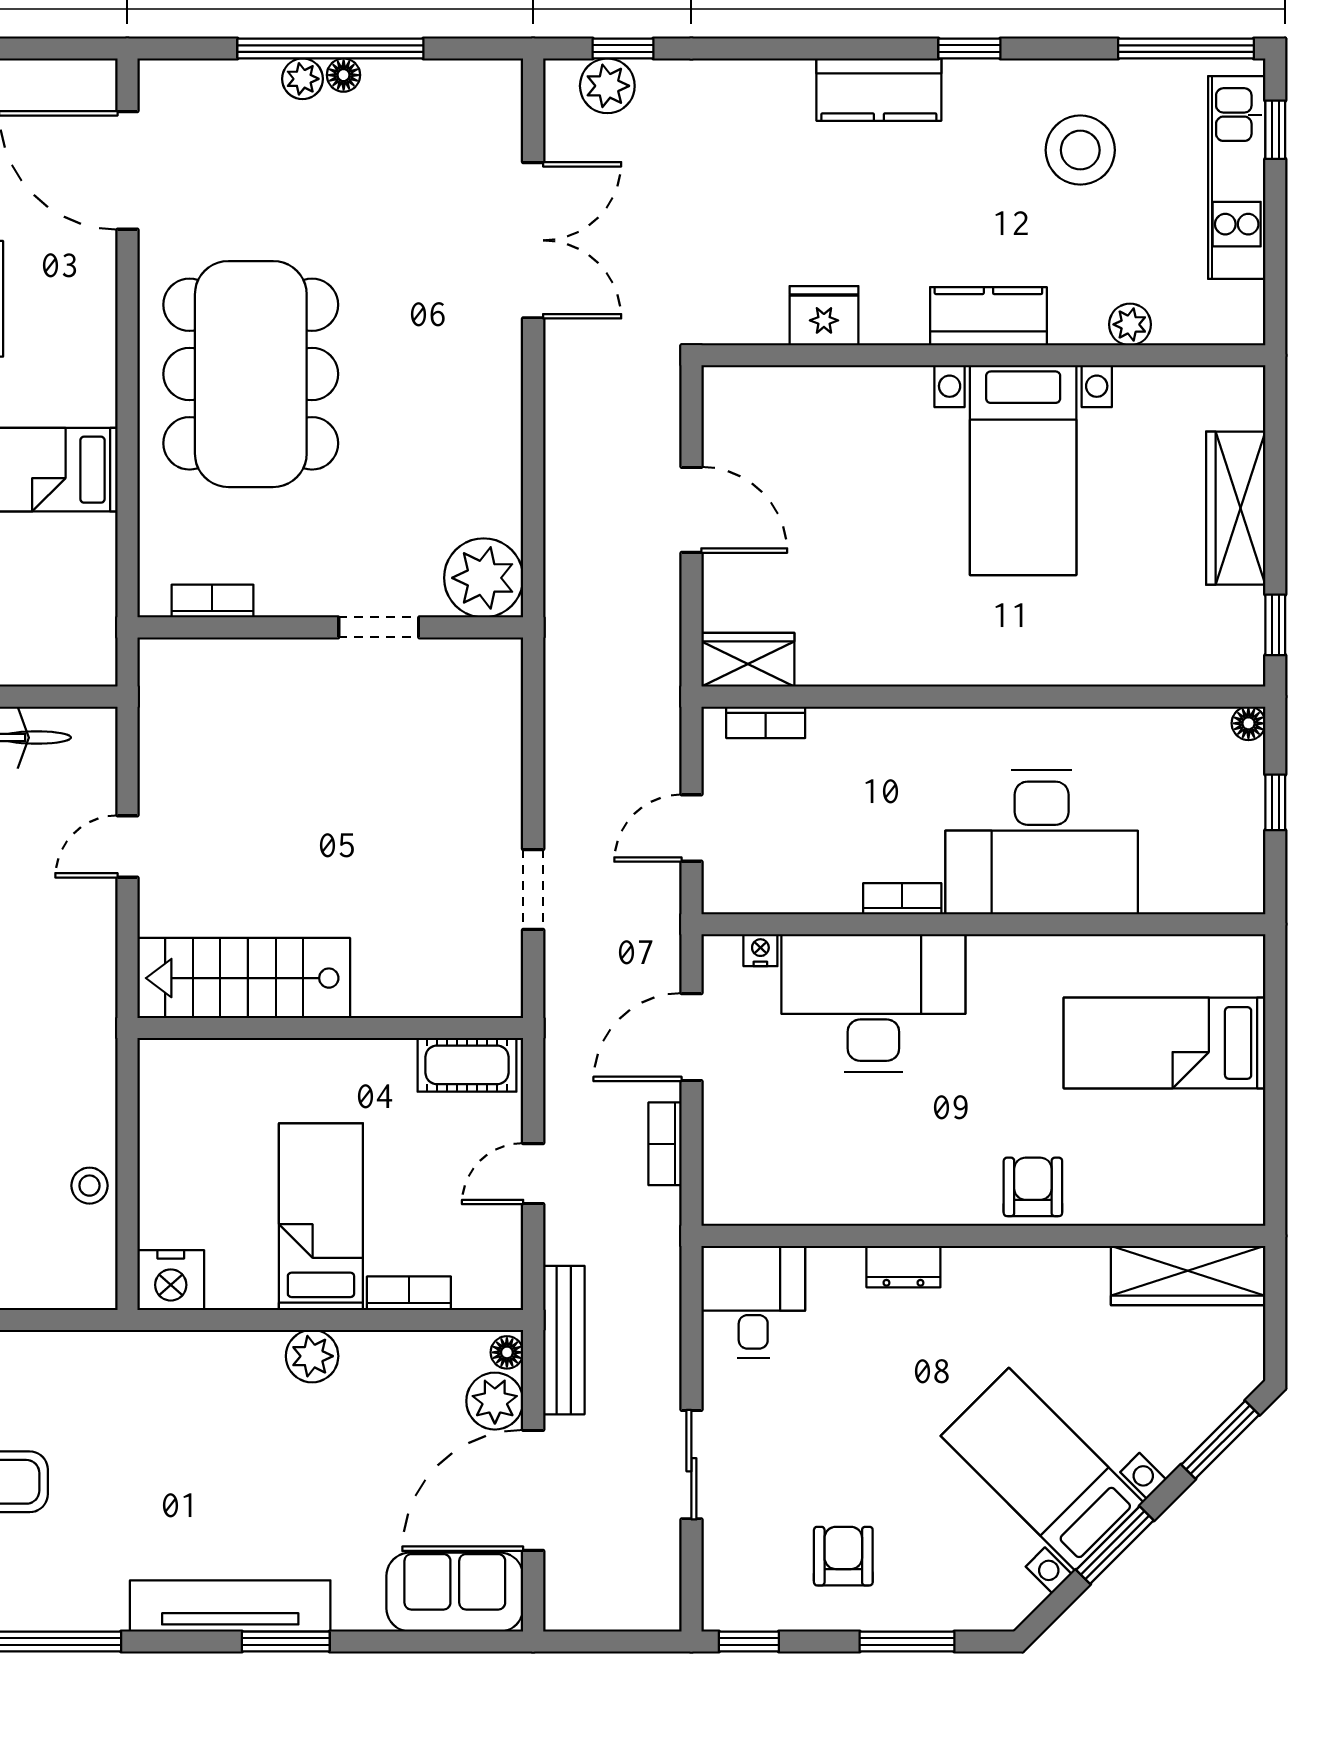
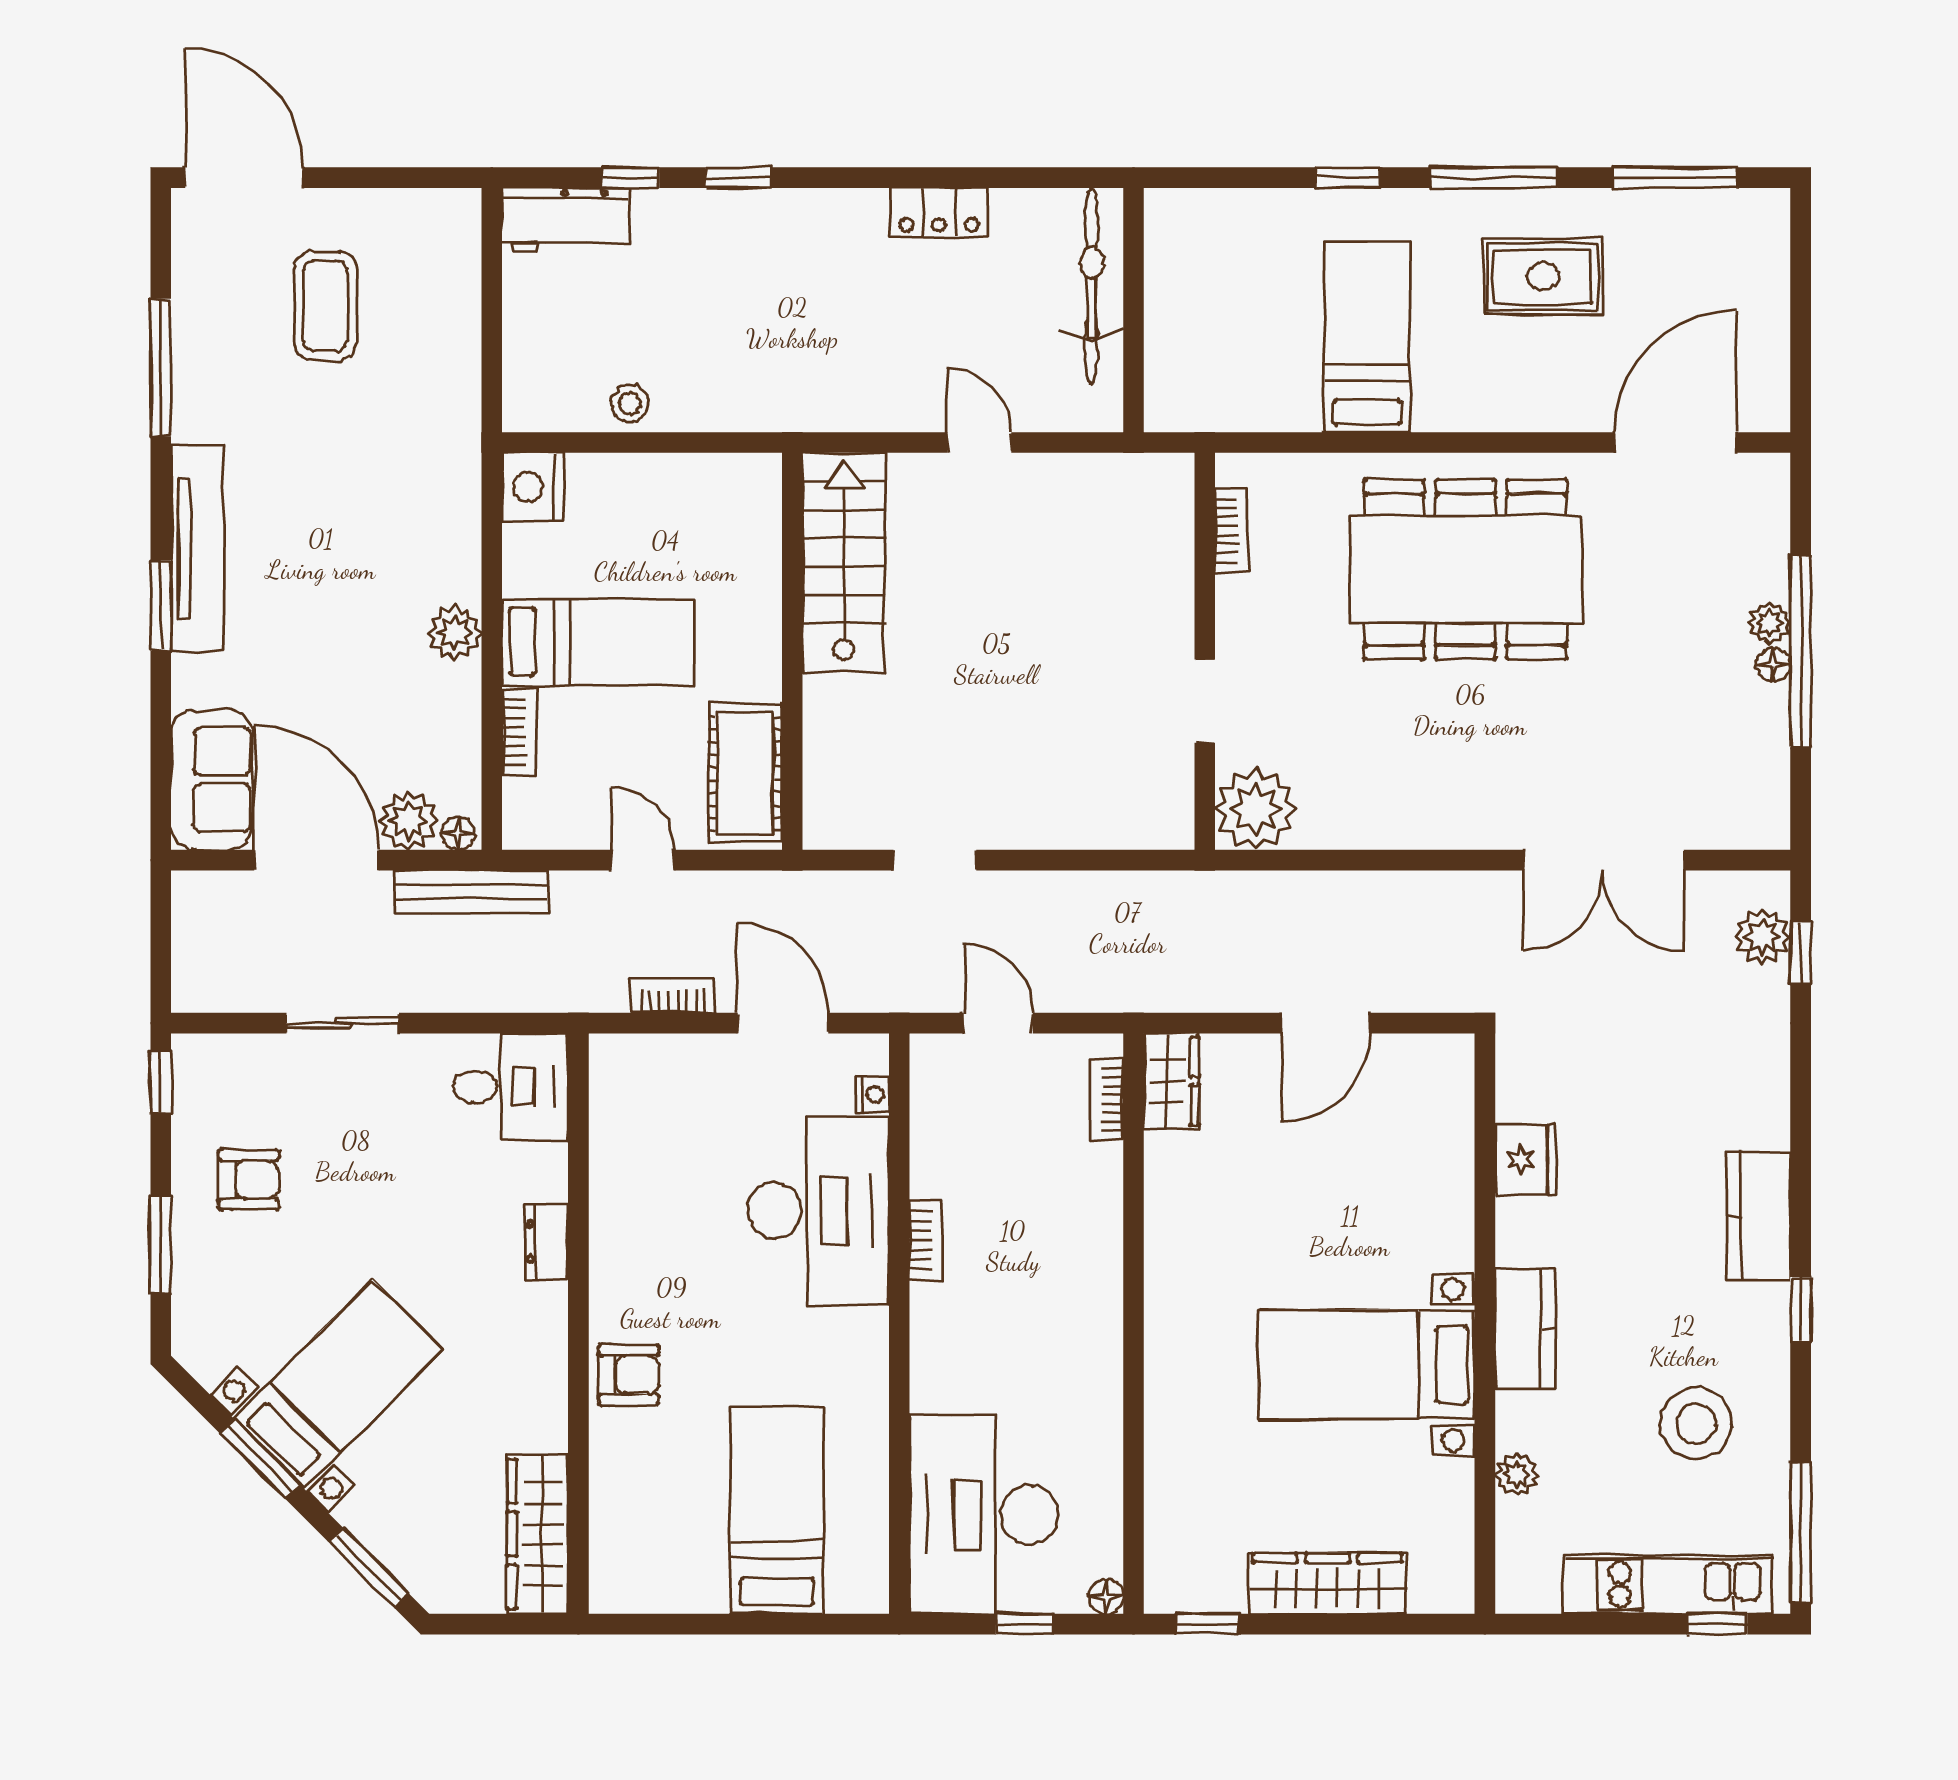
desk: (1042, 842) -> (984, 1515), moved
cot: (467, 1065) -> (745, 773), width x1.37, depth x1.34

